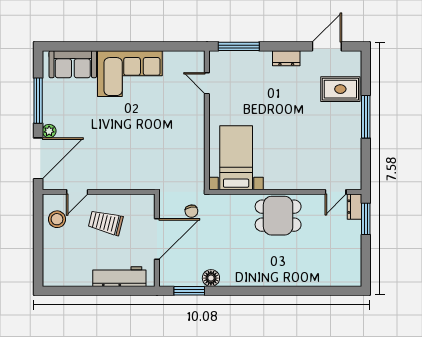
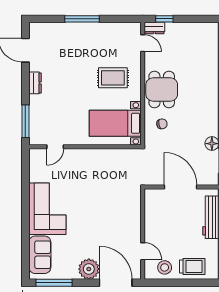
rug: (340, 89) -> (113, 78), moved, turned 90
window: (38, 101) -> (54, 283), moved
plant: (49, 131) -> (89, 269), width x1.88, depth x1.88
chair: (191, 211) -> (162, 124), moved
window: (366, 219) -> (164, 19), width x0.67
trolley: (106, 223) -> (192, 266), moved, turned -104

